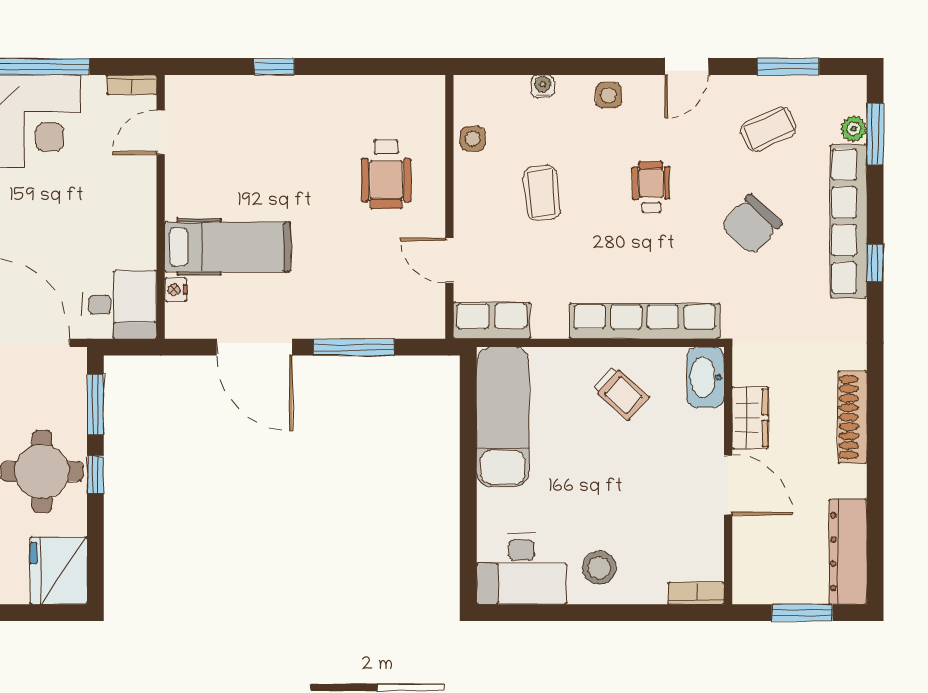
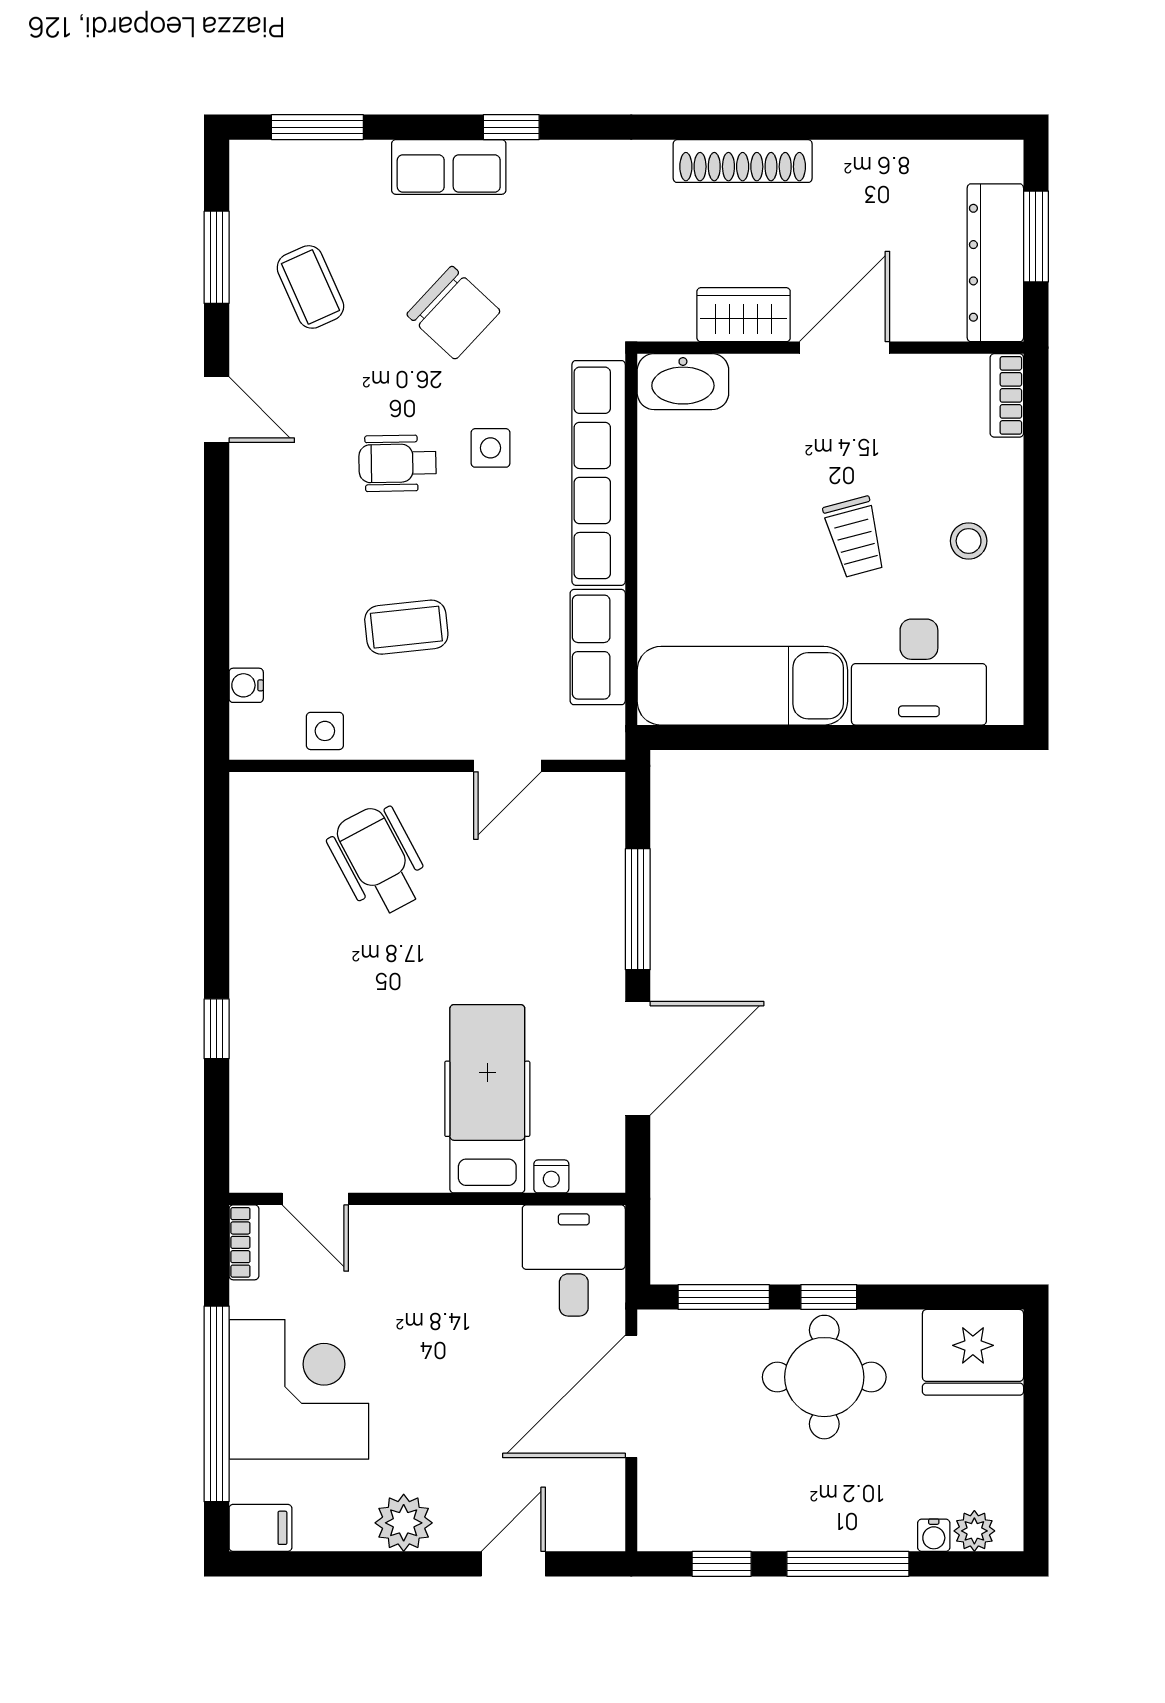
water cooler: (543, 86) -> (246, 685), moved
side table: (608, 95) -> (491, 448), moved
plant: (854, 129) -> (310, 159), removed
wheelchair: (386, 174) -> (379, 861), turned -118
row of seats: (849, 221) -> (449, 167), width x0.50
row of seats: (492, 321) -> (598, 647), moved
trolley: (621, 393) -> (855, 537), moved, turned 123
dresser: (848, 552) -> (995, 263), moved, turned 90
stool: (599, 568) -> (969, 541), width x0.73, depth x0.73
desk: (522, 569) -> (919, 672), moved, turned 90

